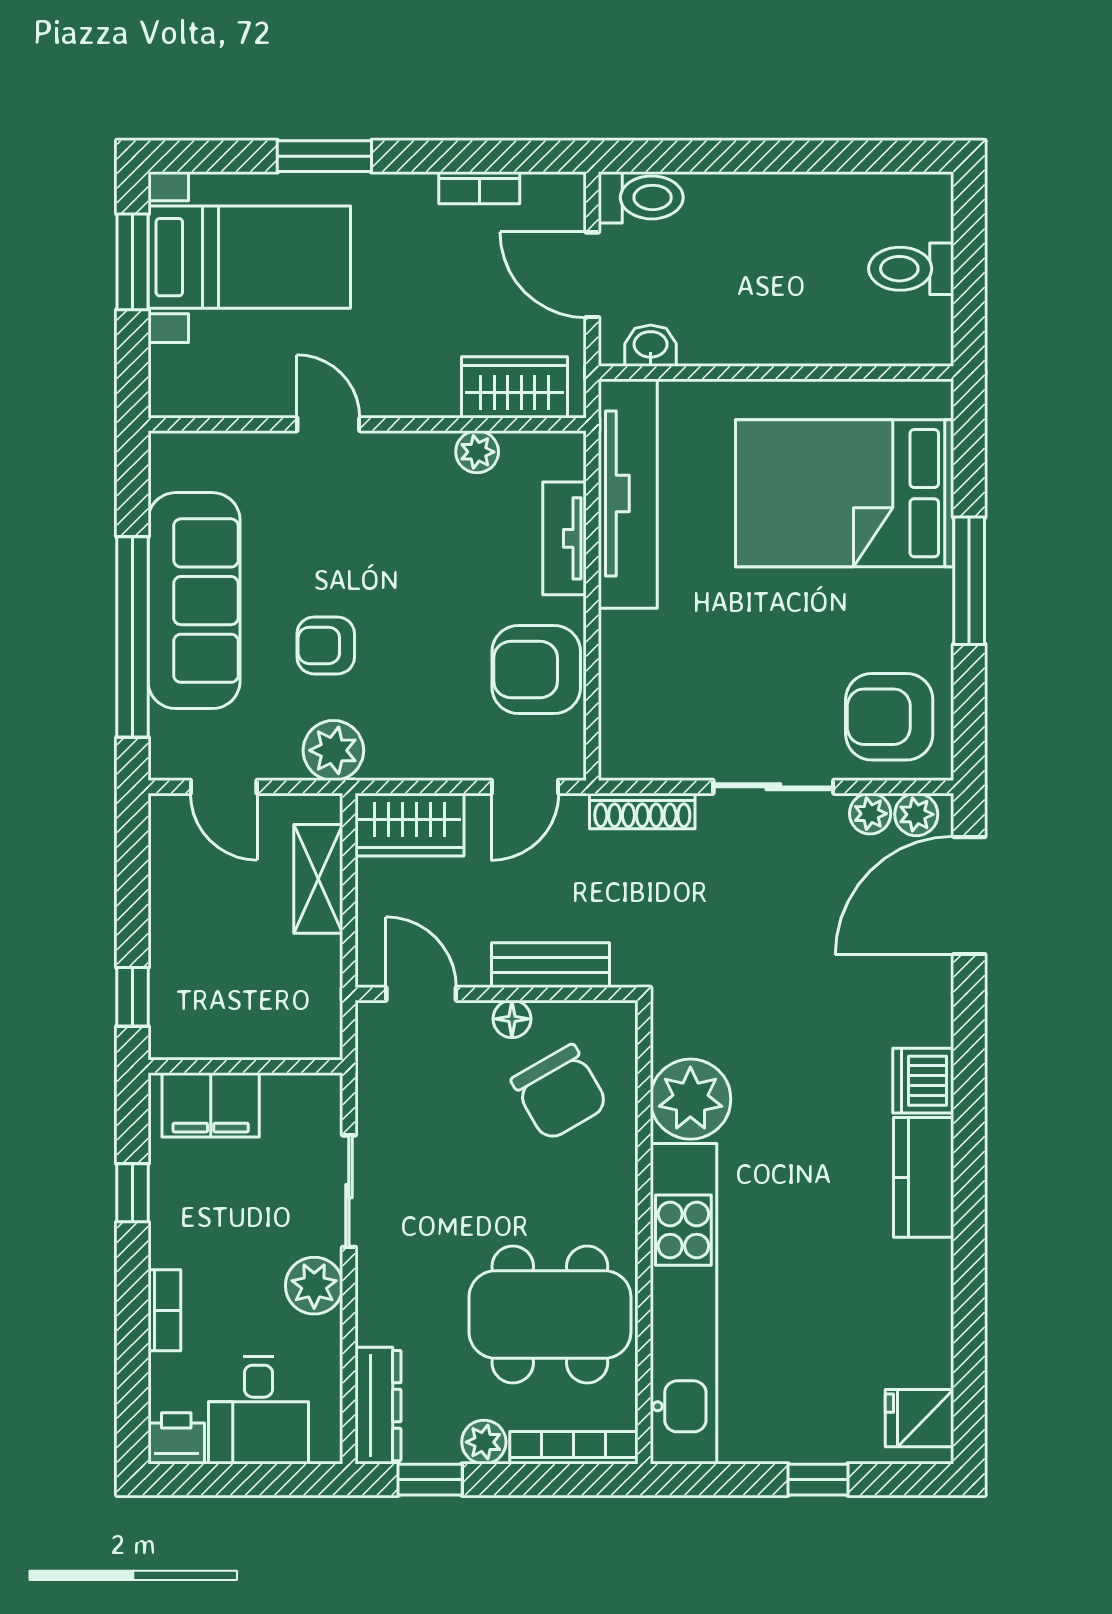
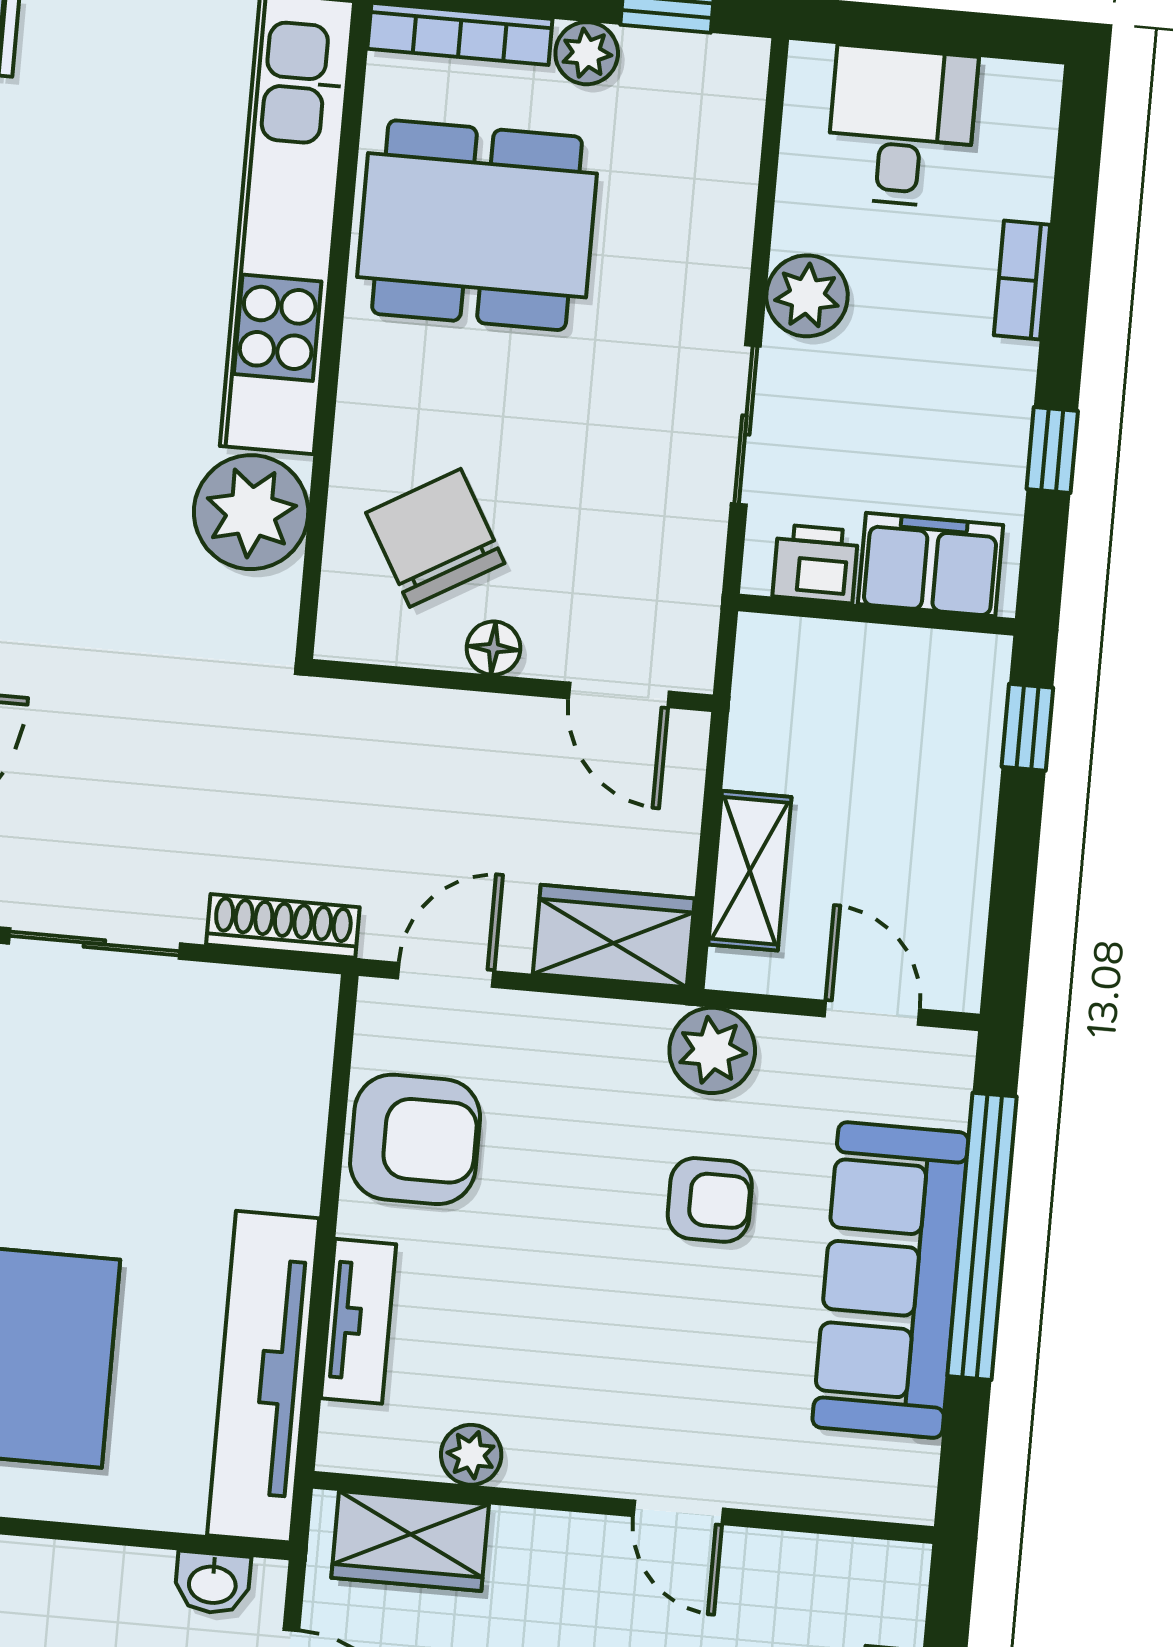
bench: (551, 965) -> (432, 719), removed
dresser: (378, 1406) -> (732, 118), removed
printer: (176, 1438) -> (815, 564), moved, turned 180

